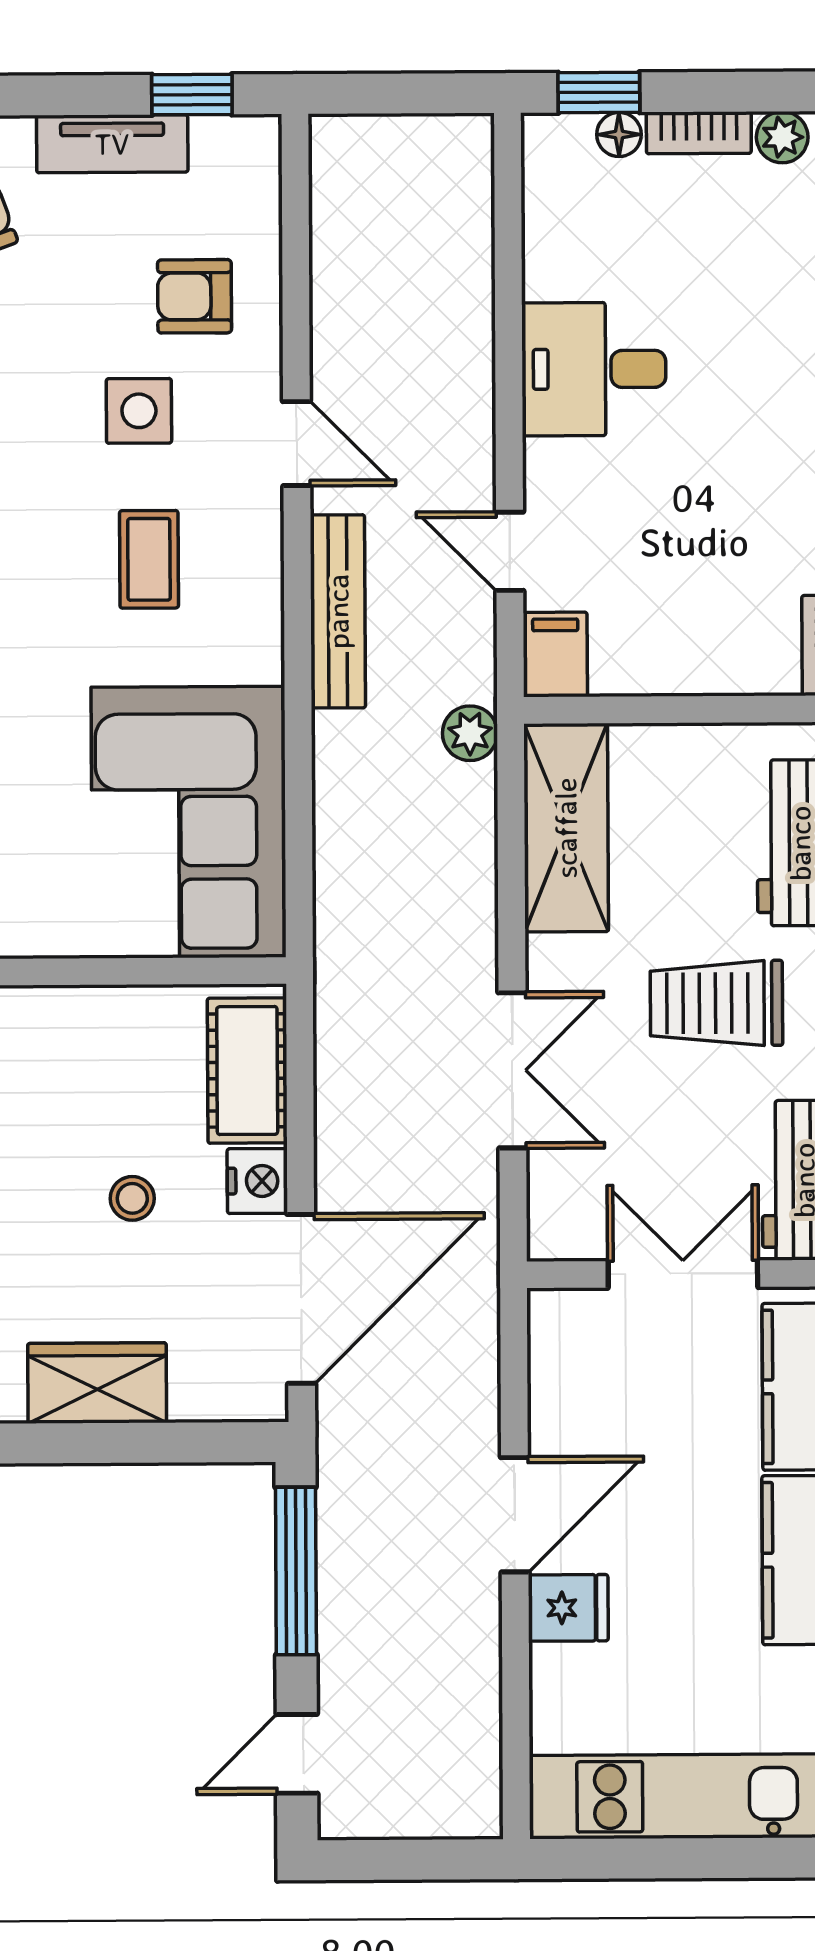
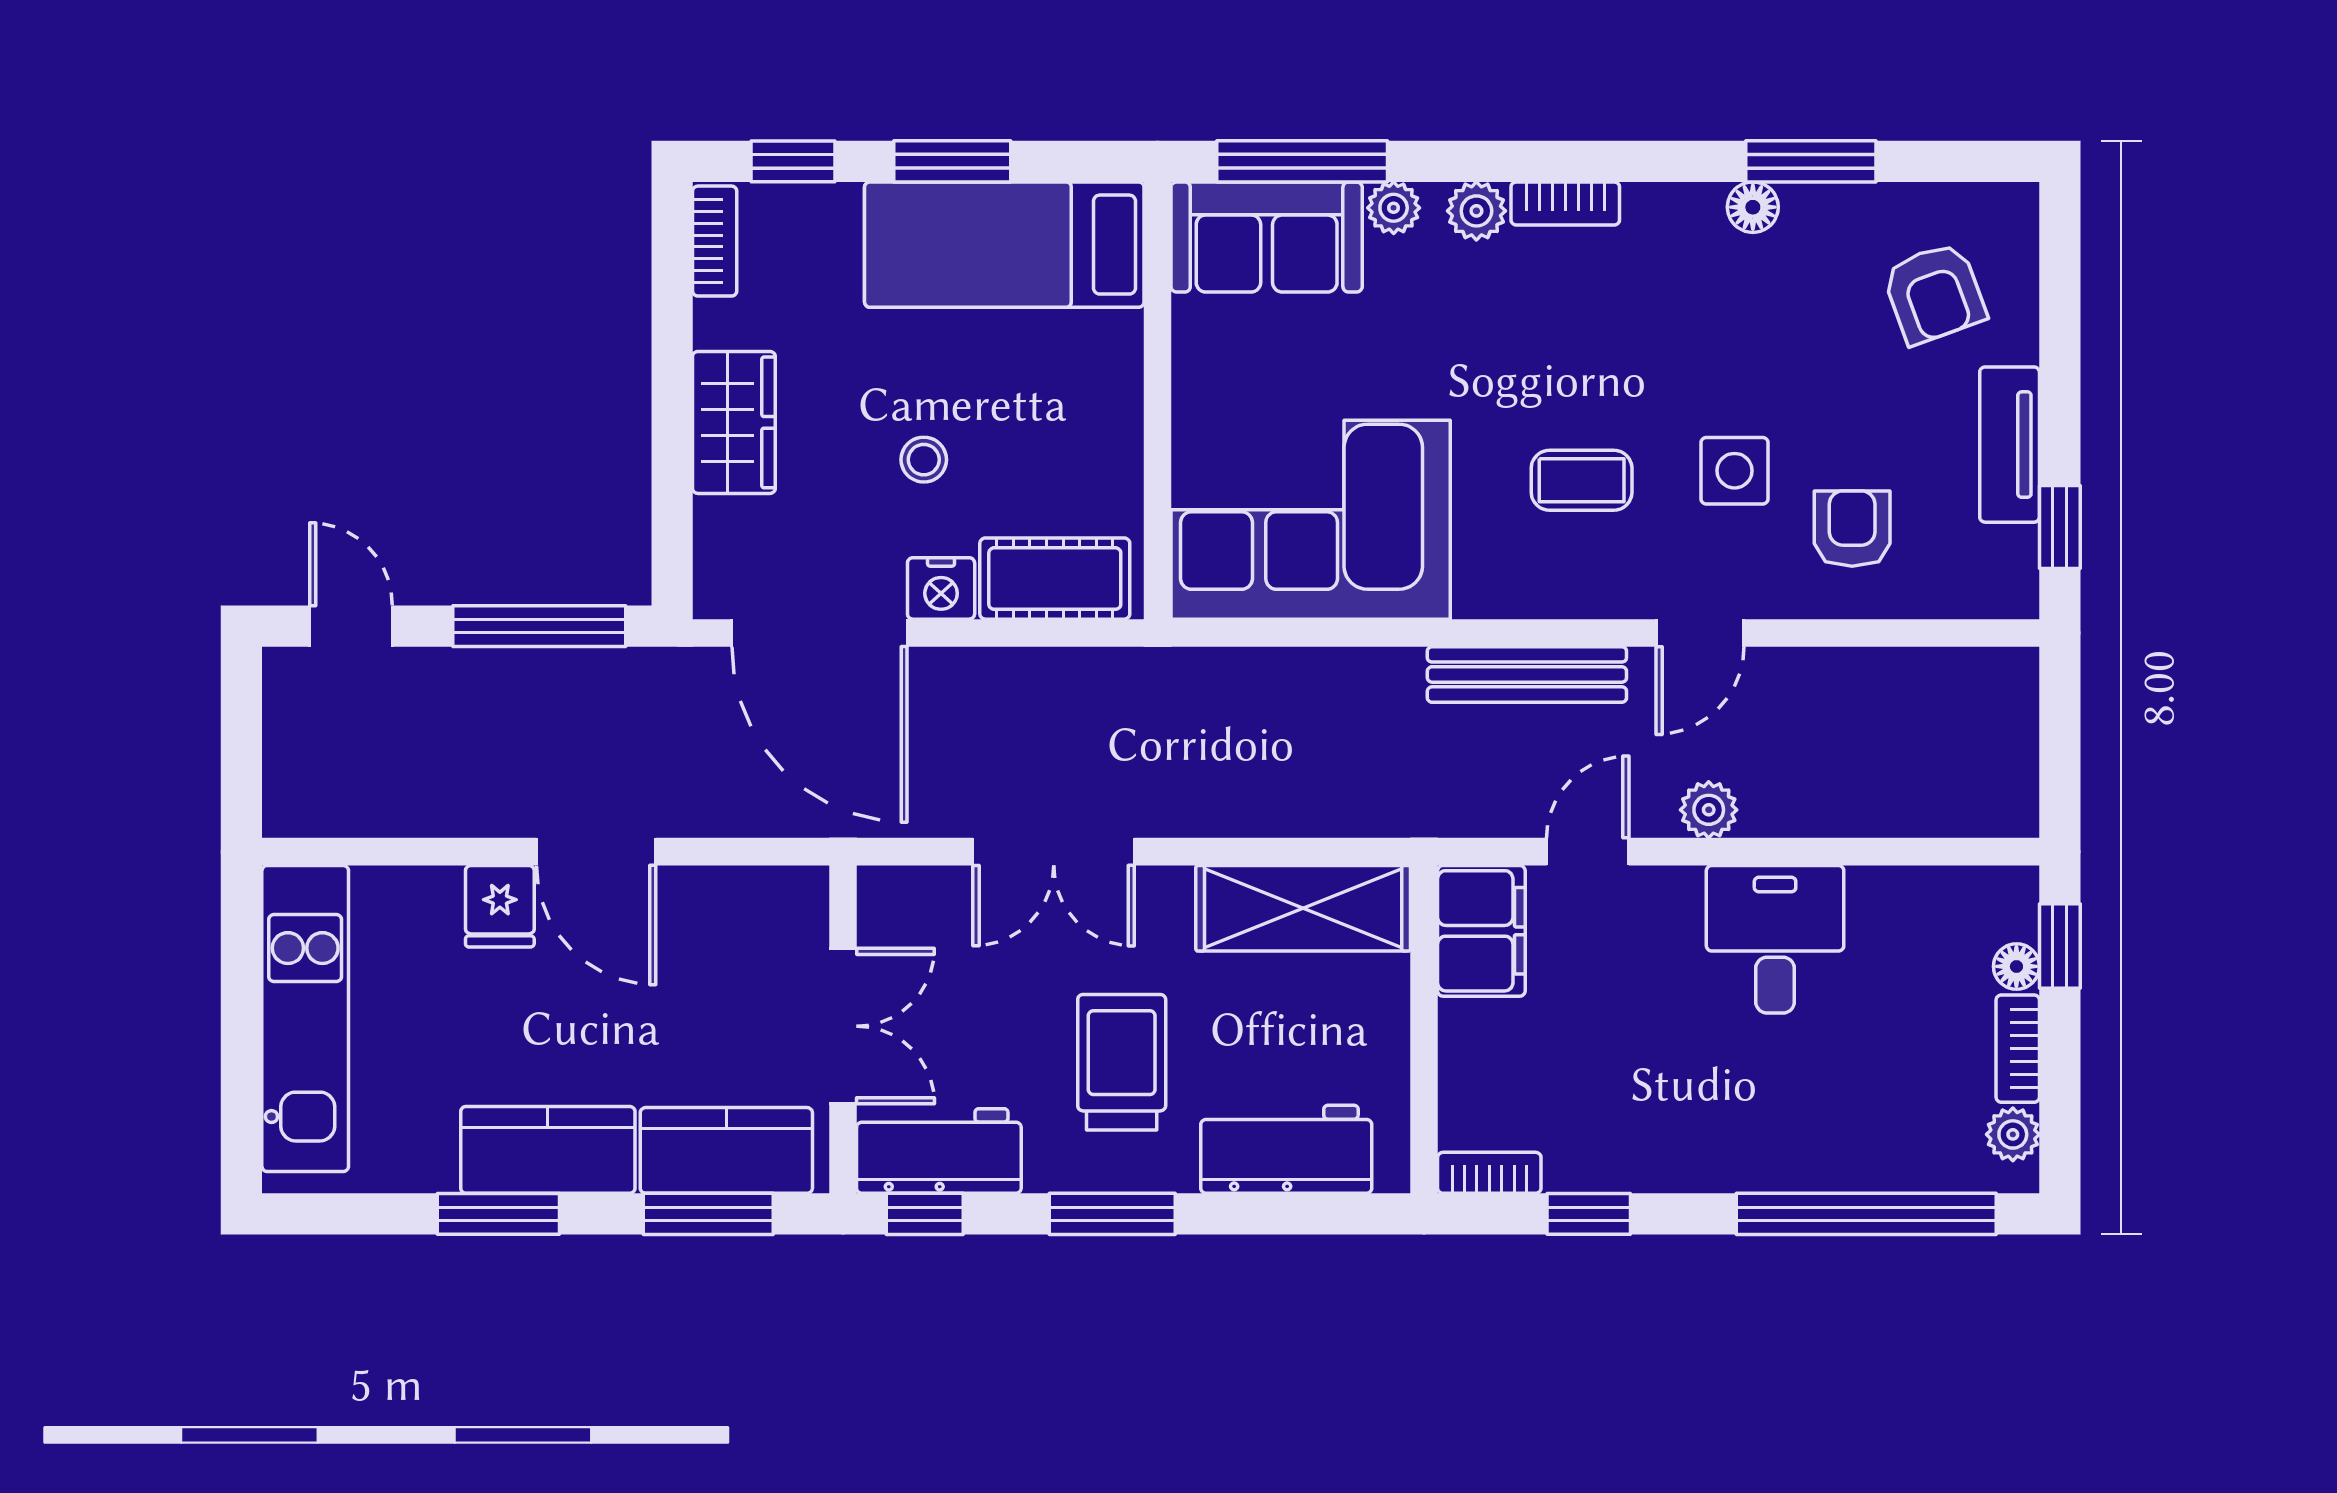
filing cabinet: (555, 655) -> (1481, 931), width x2.00
plant: (470, 733) -> (1709, 810), moved

